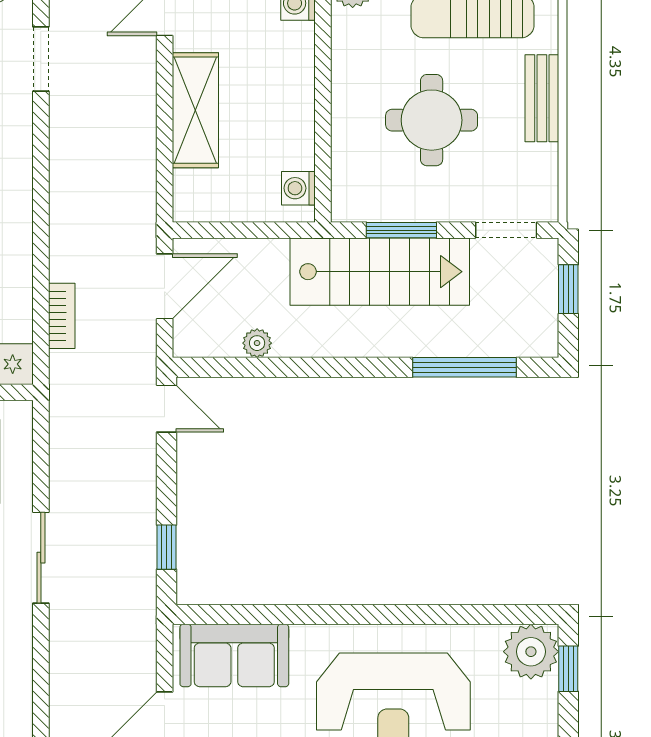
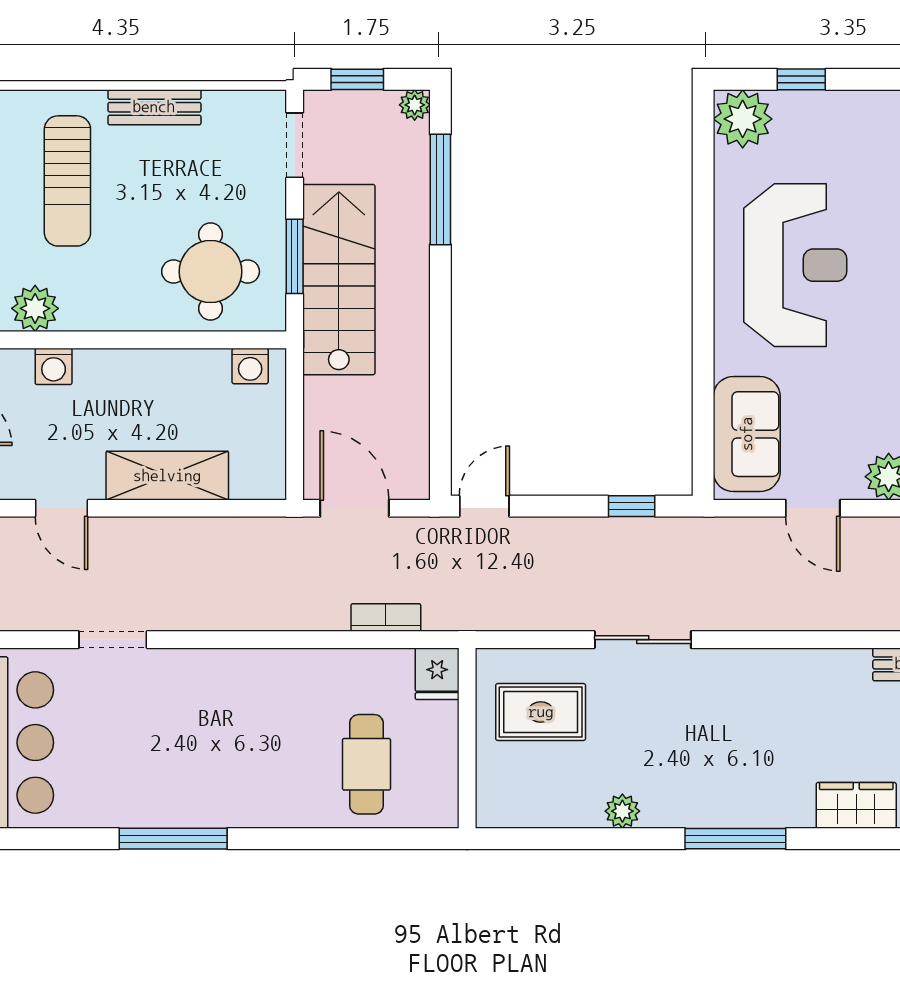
round table: (432, 120) -> (211, 272), moved
plant: (257, 343) -> (415, 105), moved
window: (568, 669) -> (801, 79), moved

